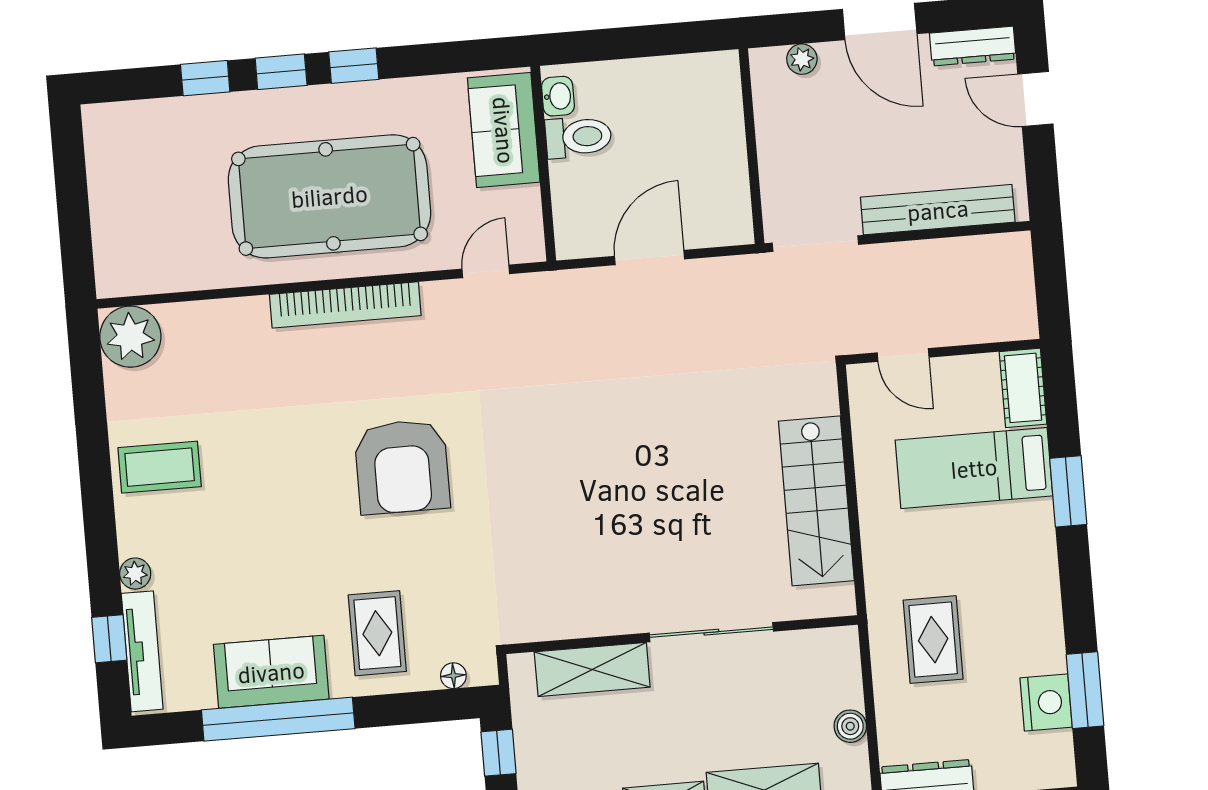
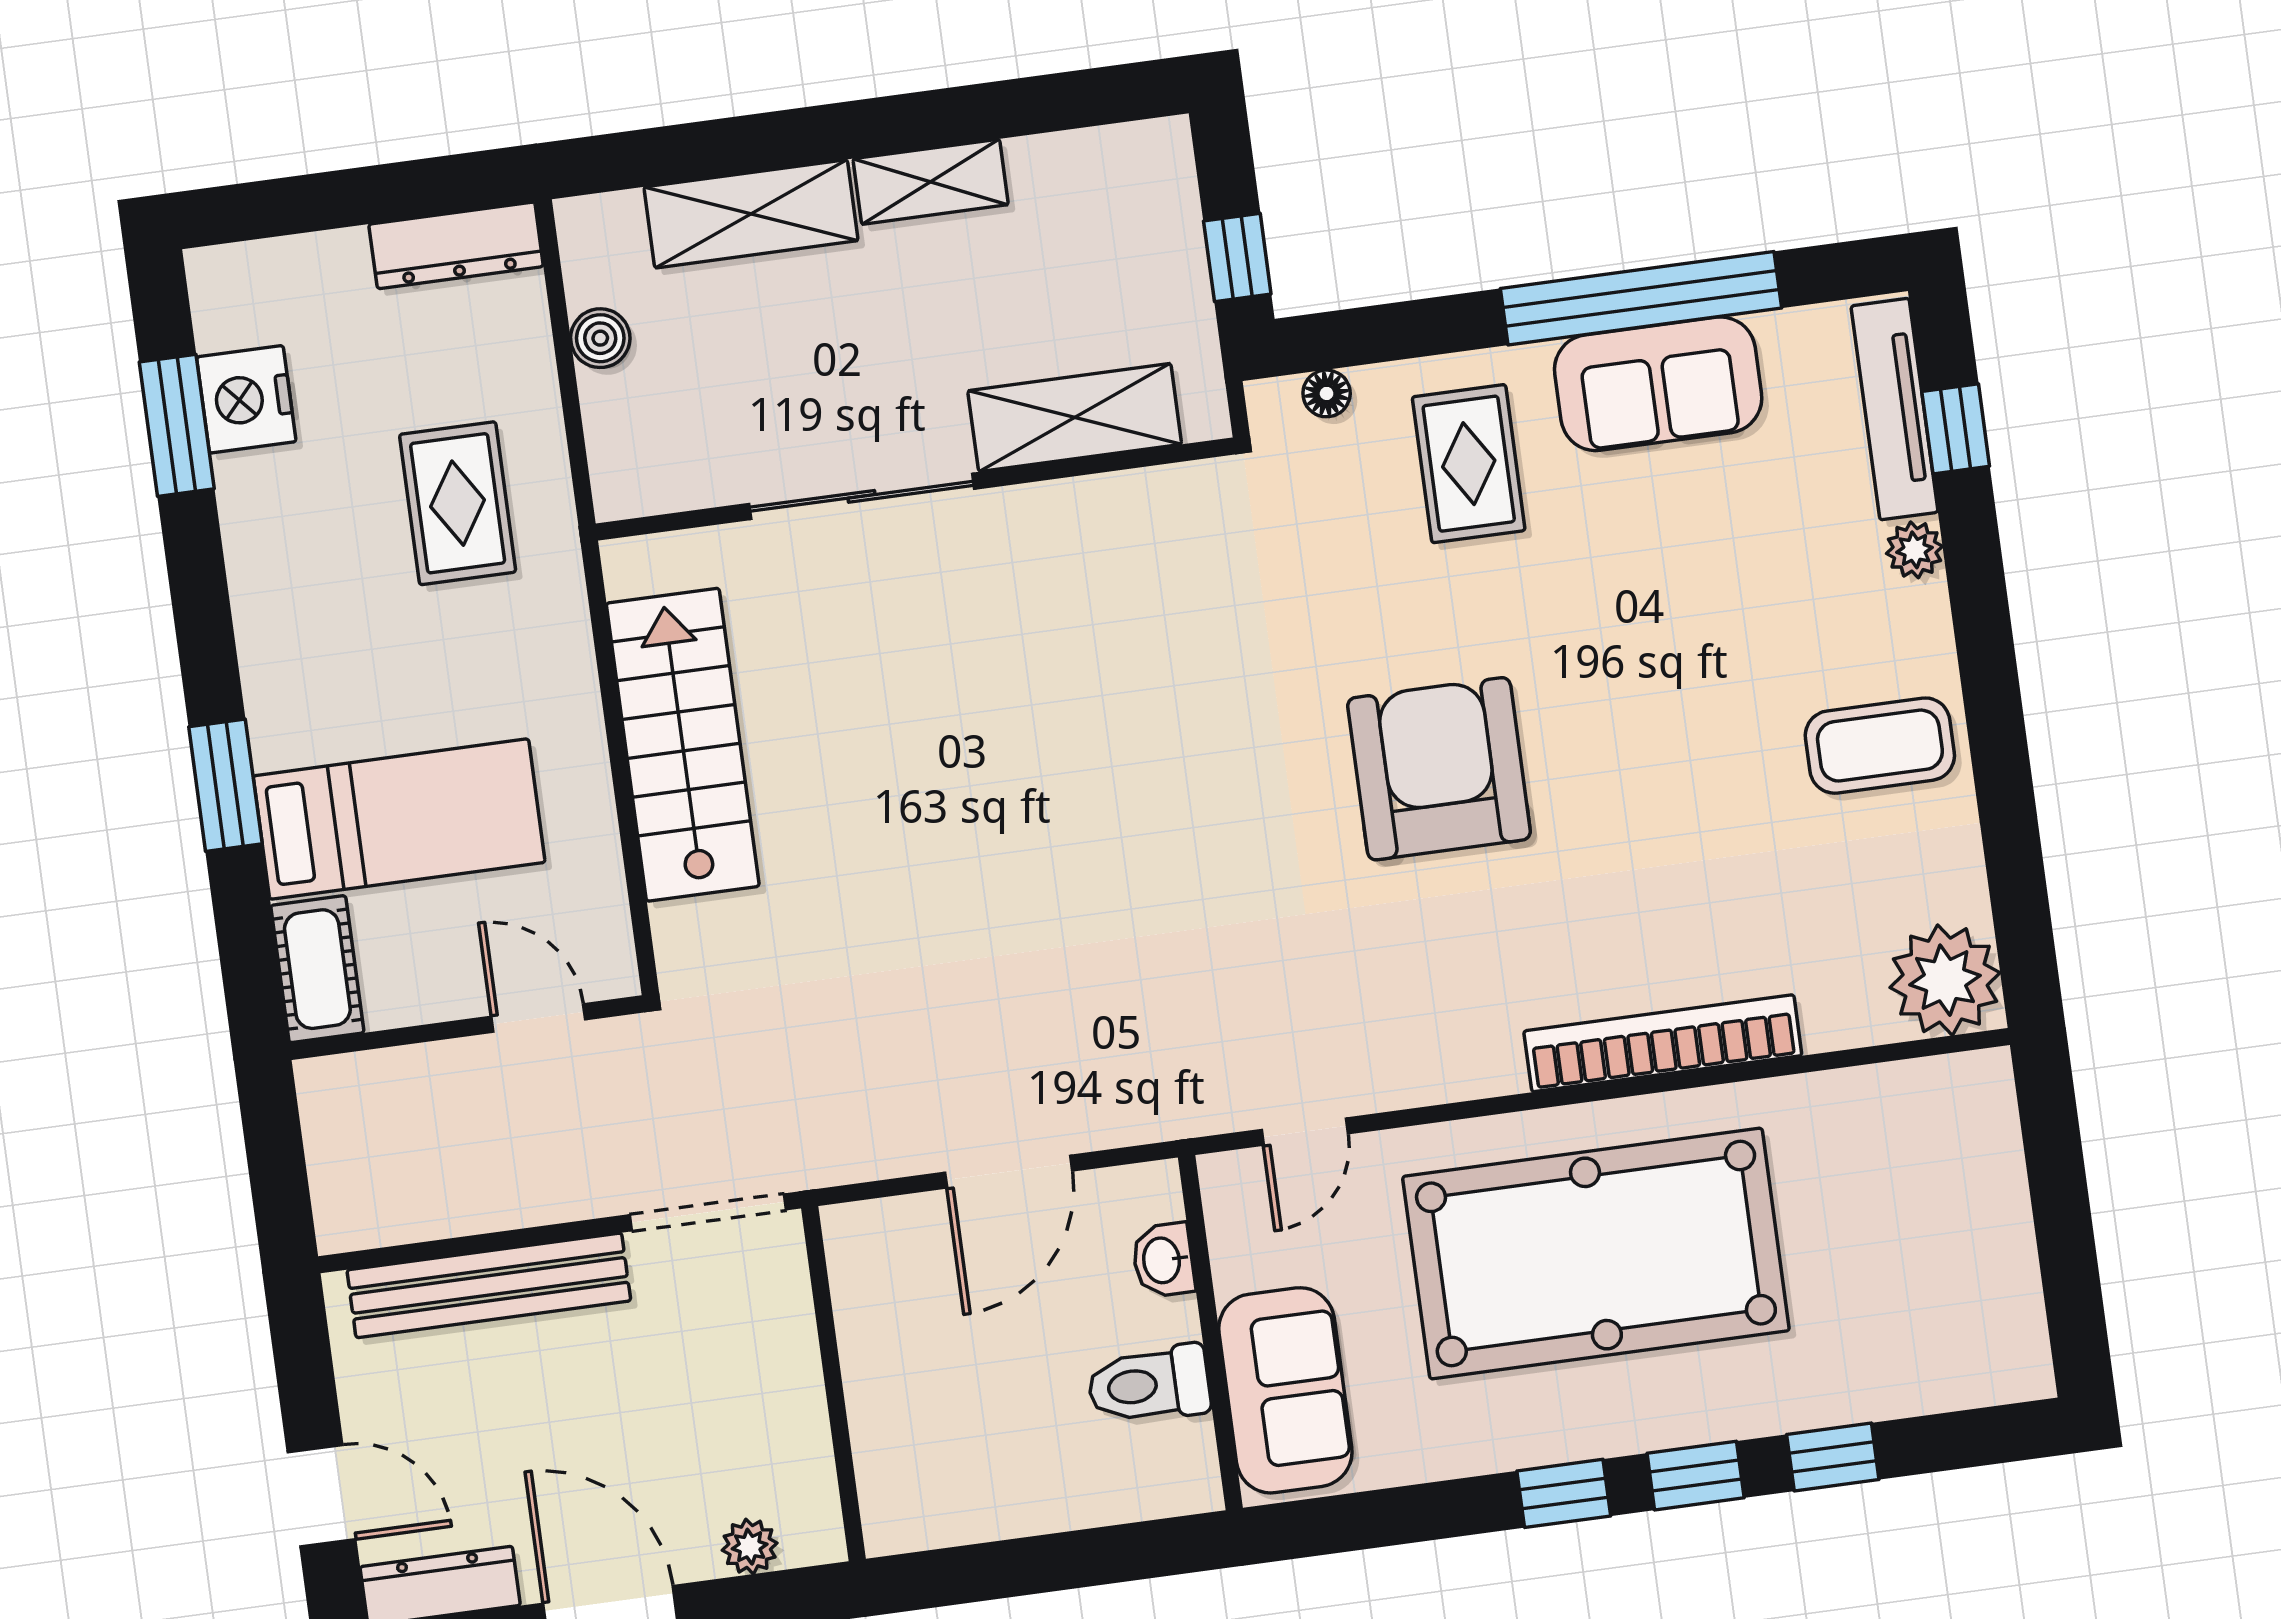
washbasin: (558, 96) -> (1163, 1260), moved
bookcase: (345, 305) -> (1663, 1043), moved

